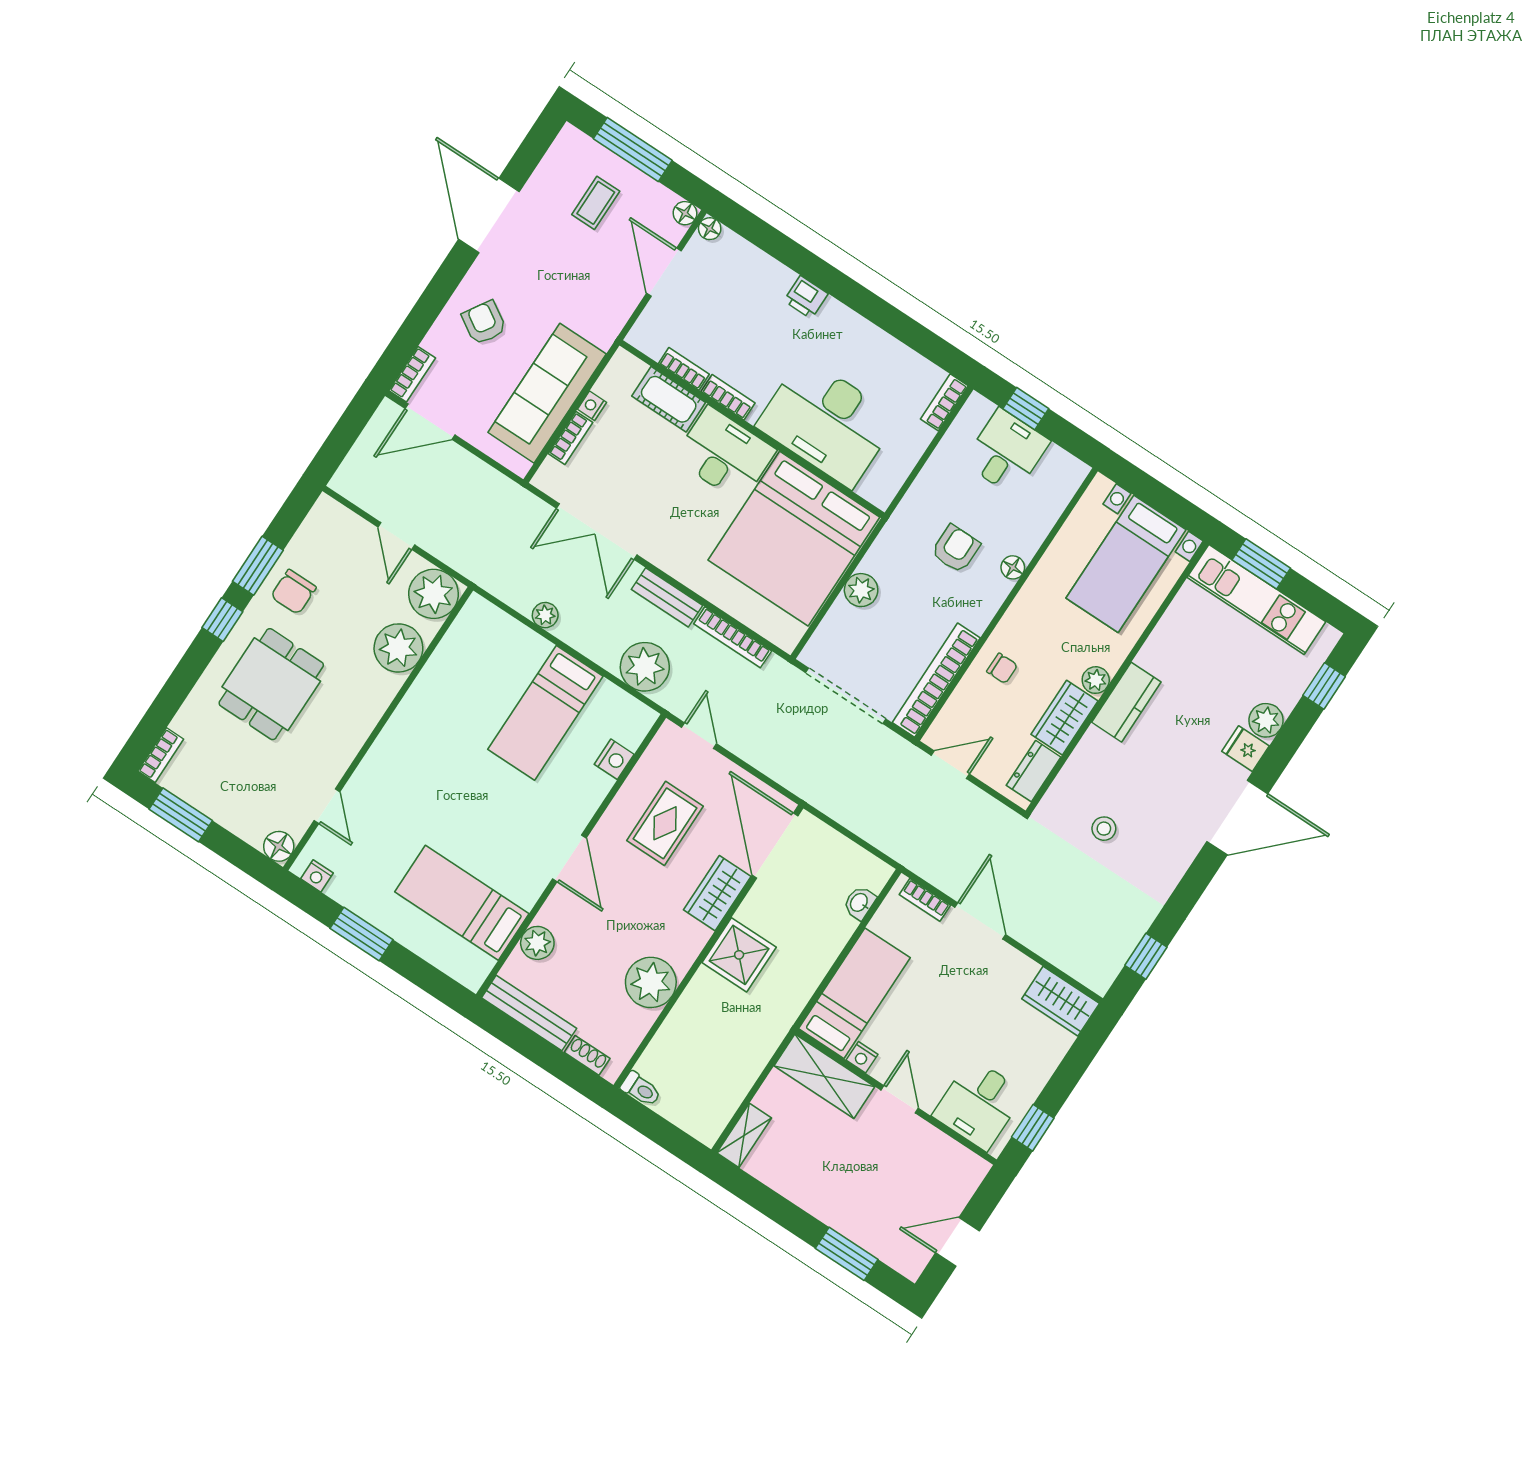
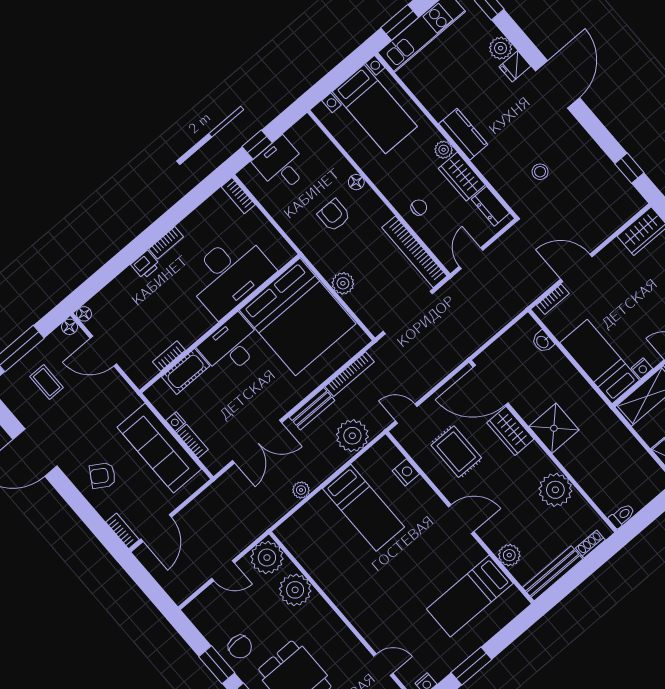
bookcase: (728, 397) -> (166, 243), moved, turned 180

